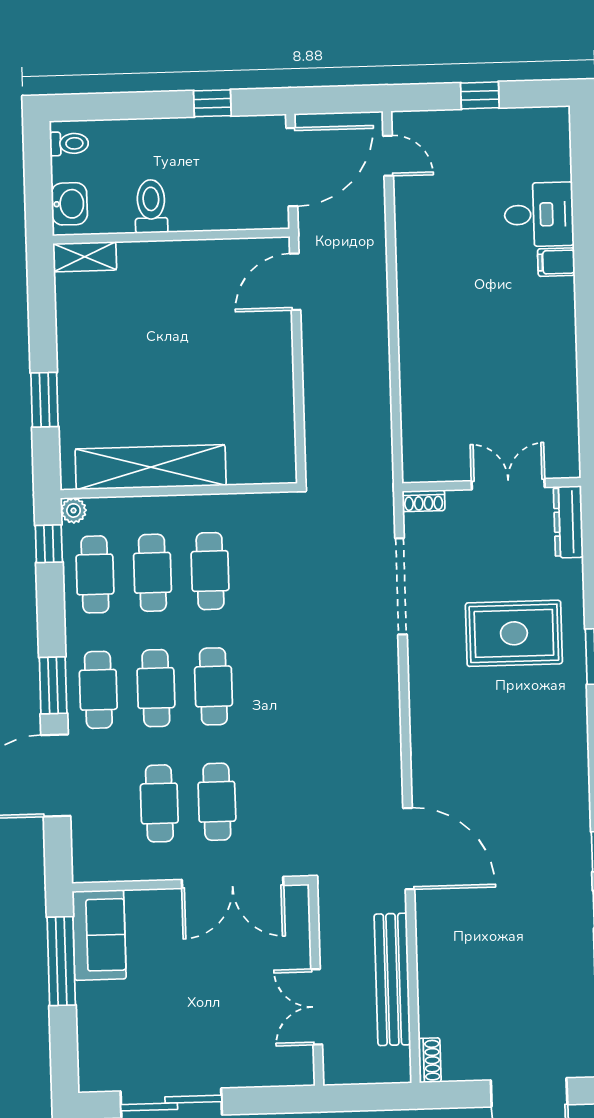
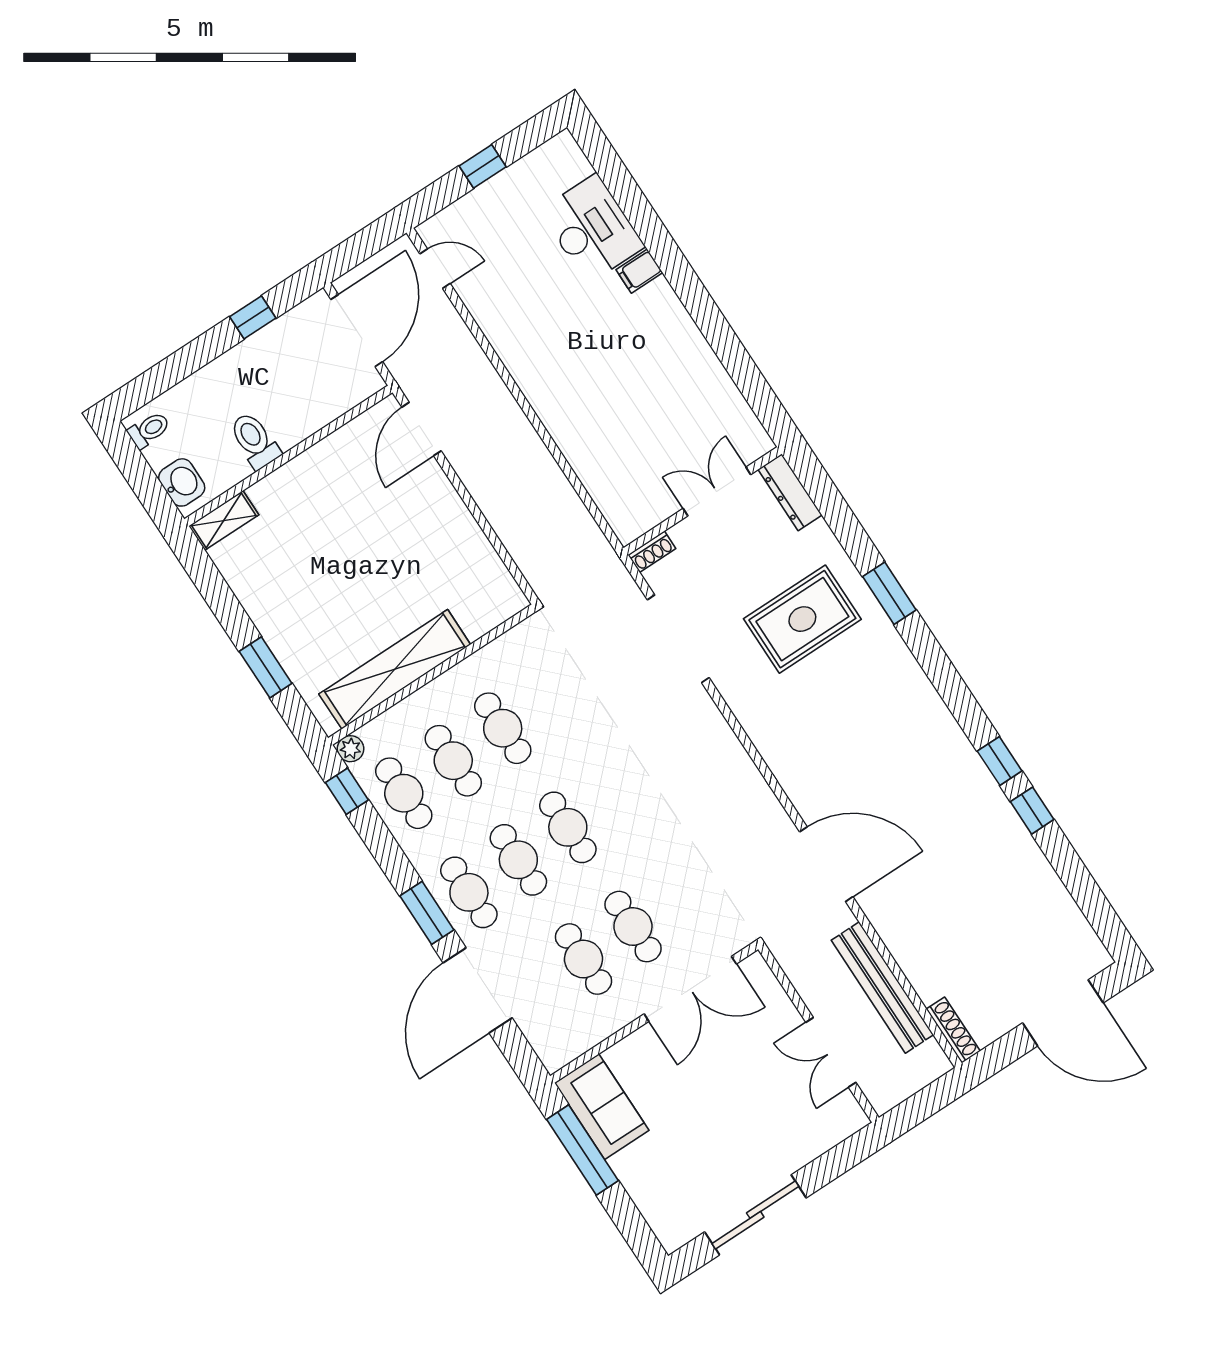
desk: (539, 214) -> (592, 229), width x1.37
shoe rack: (430, 1060) -> (953, 1030), width x1.43

